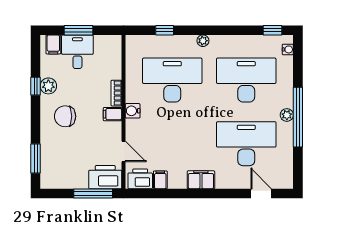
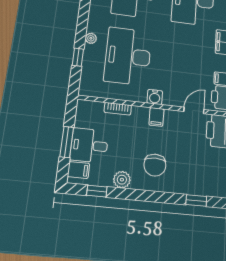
plant: (203, 41) -> (91, 38), moved
window: (36, 86) -> (97, 191), moved
bookcase: (116, 93) -> (118, 109), moved
window: (36, 159) -> (196, 200), width x0.67

